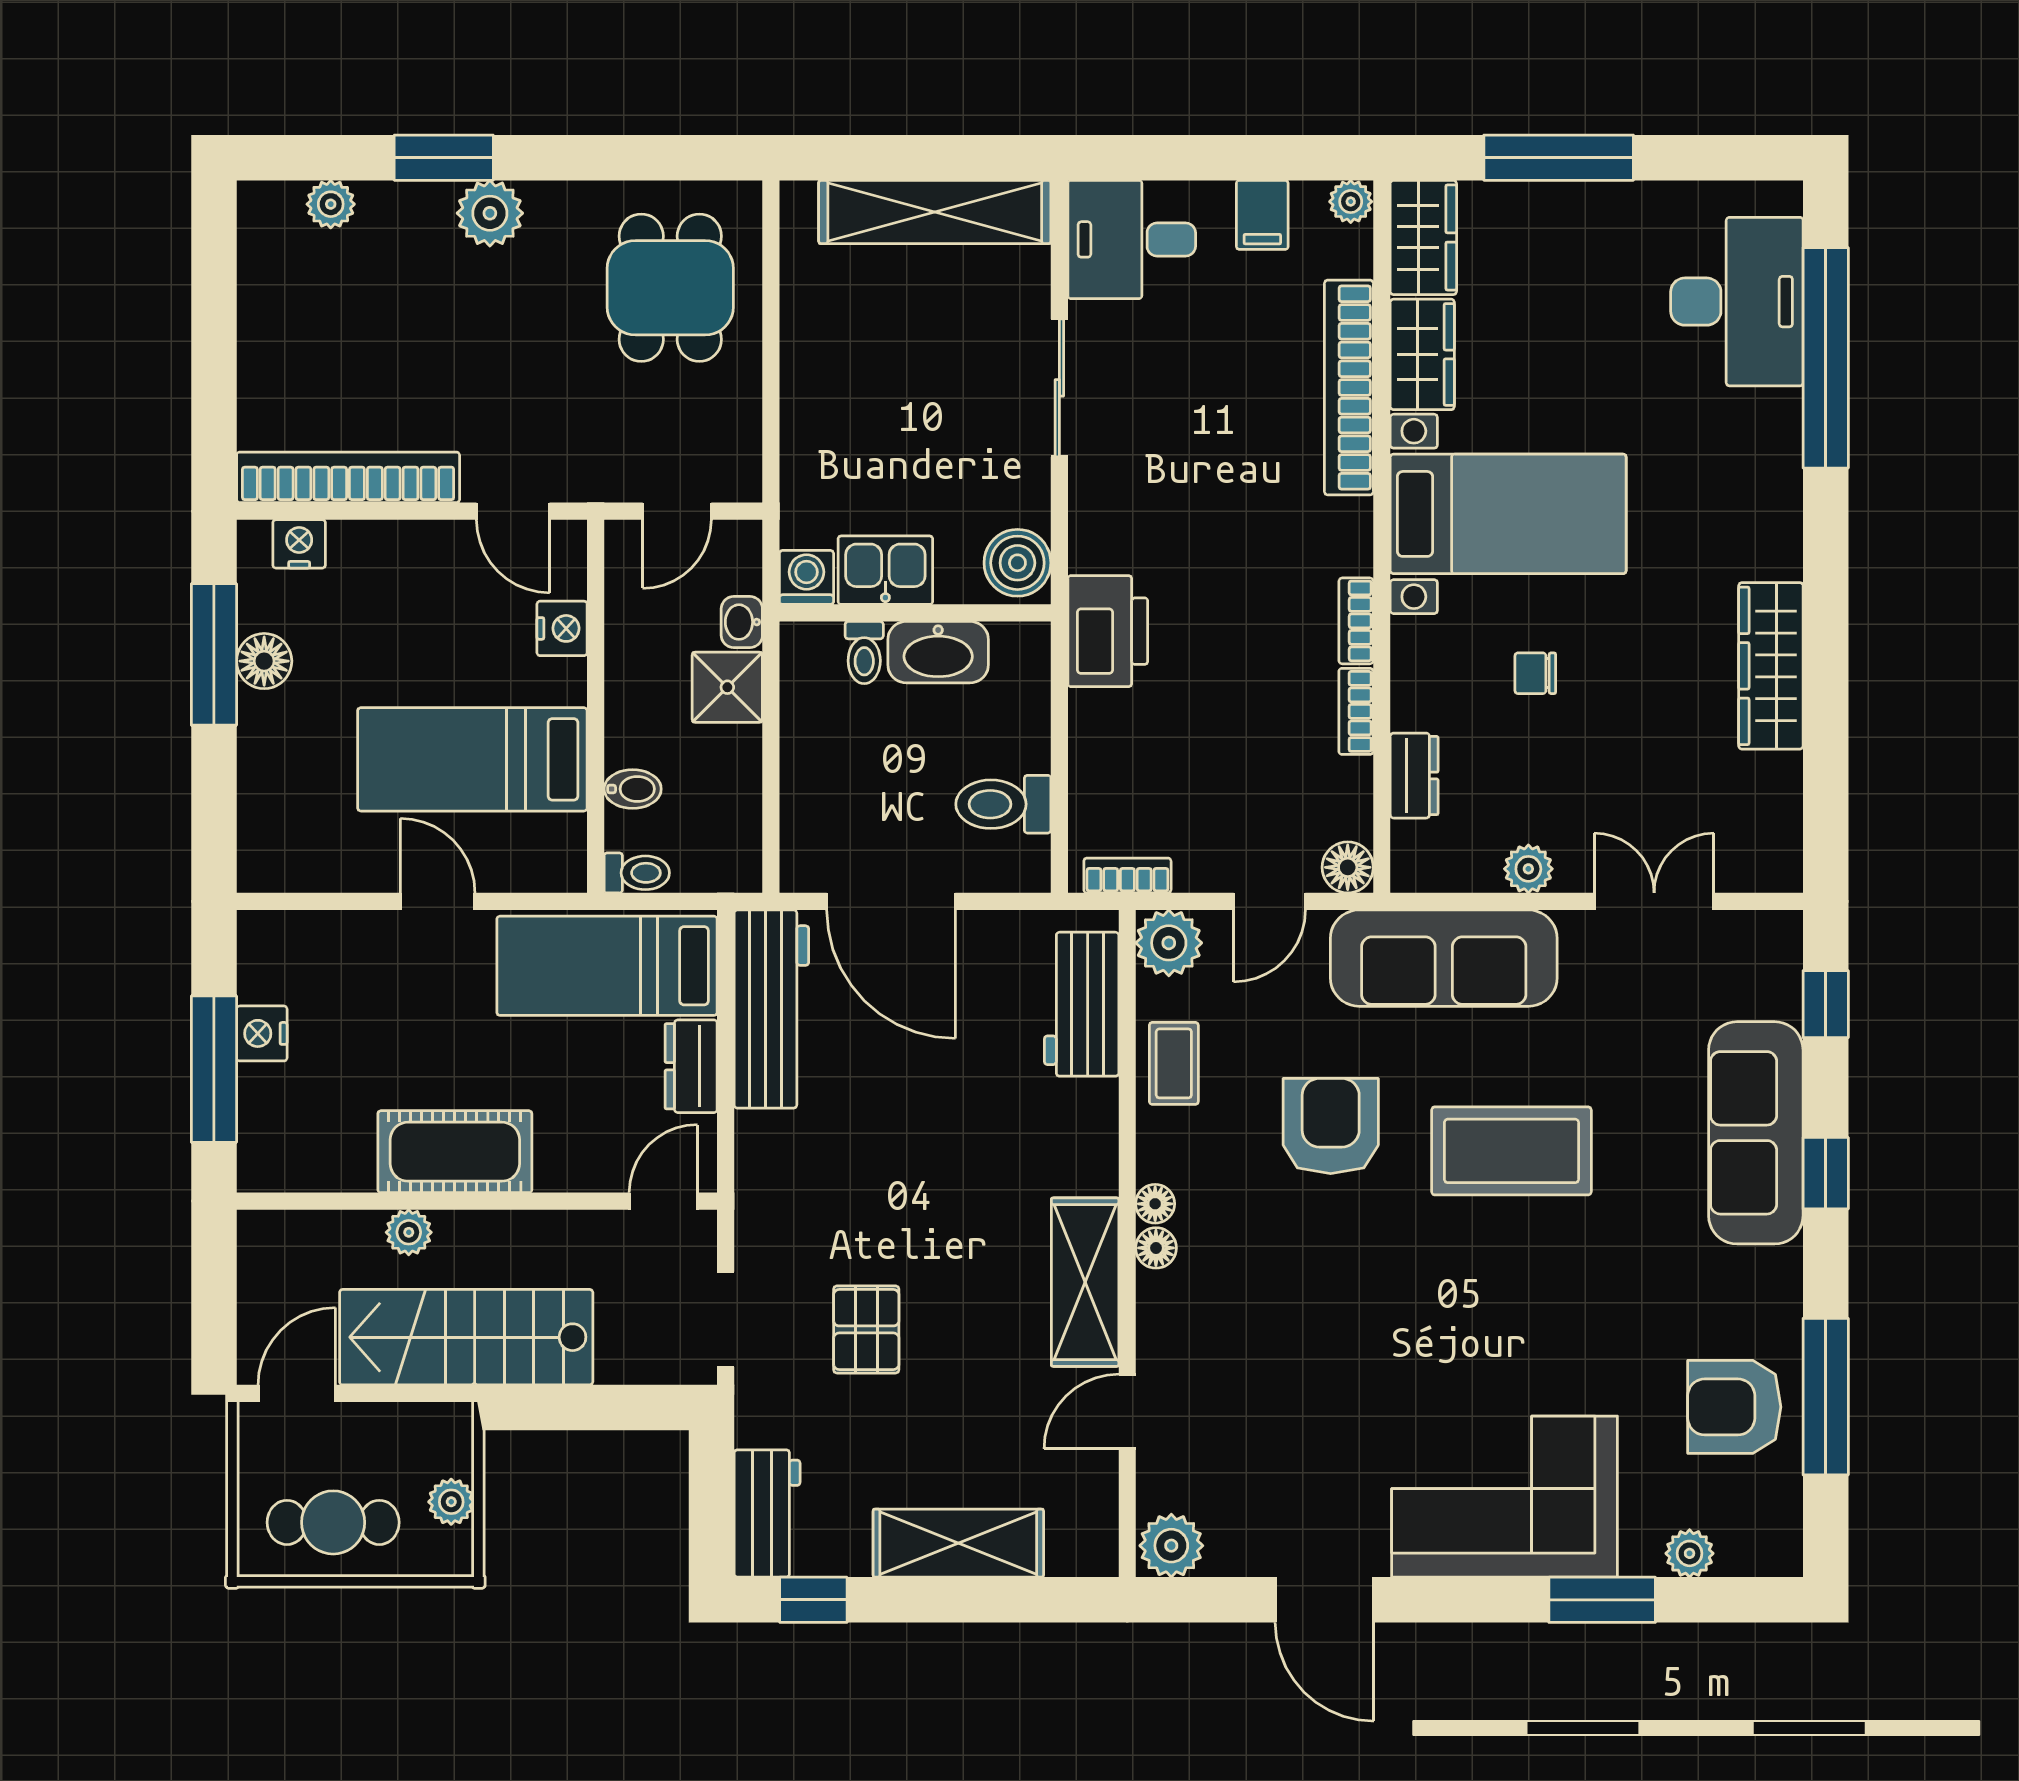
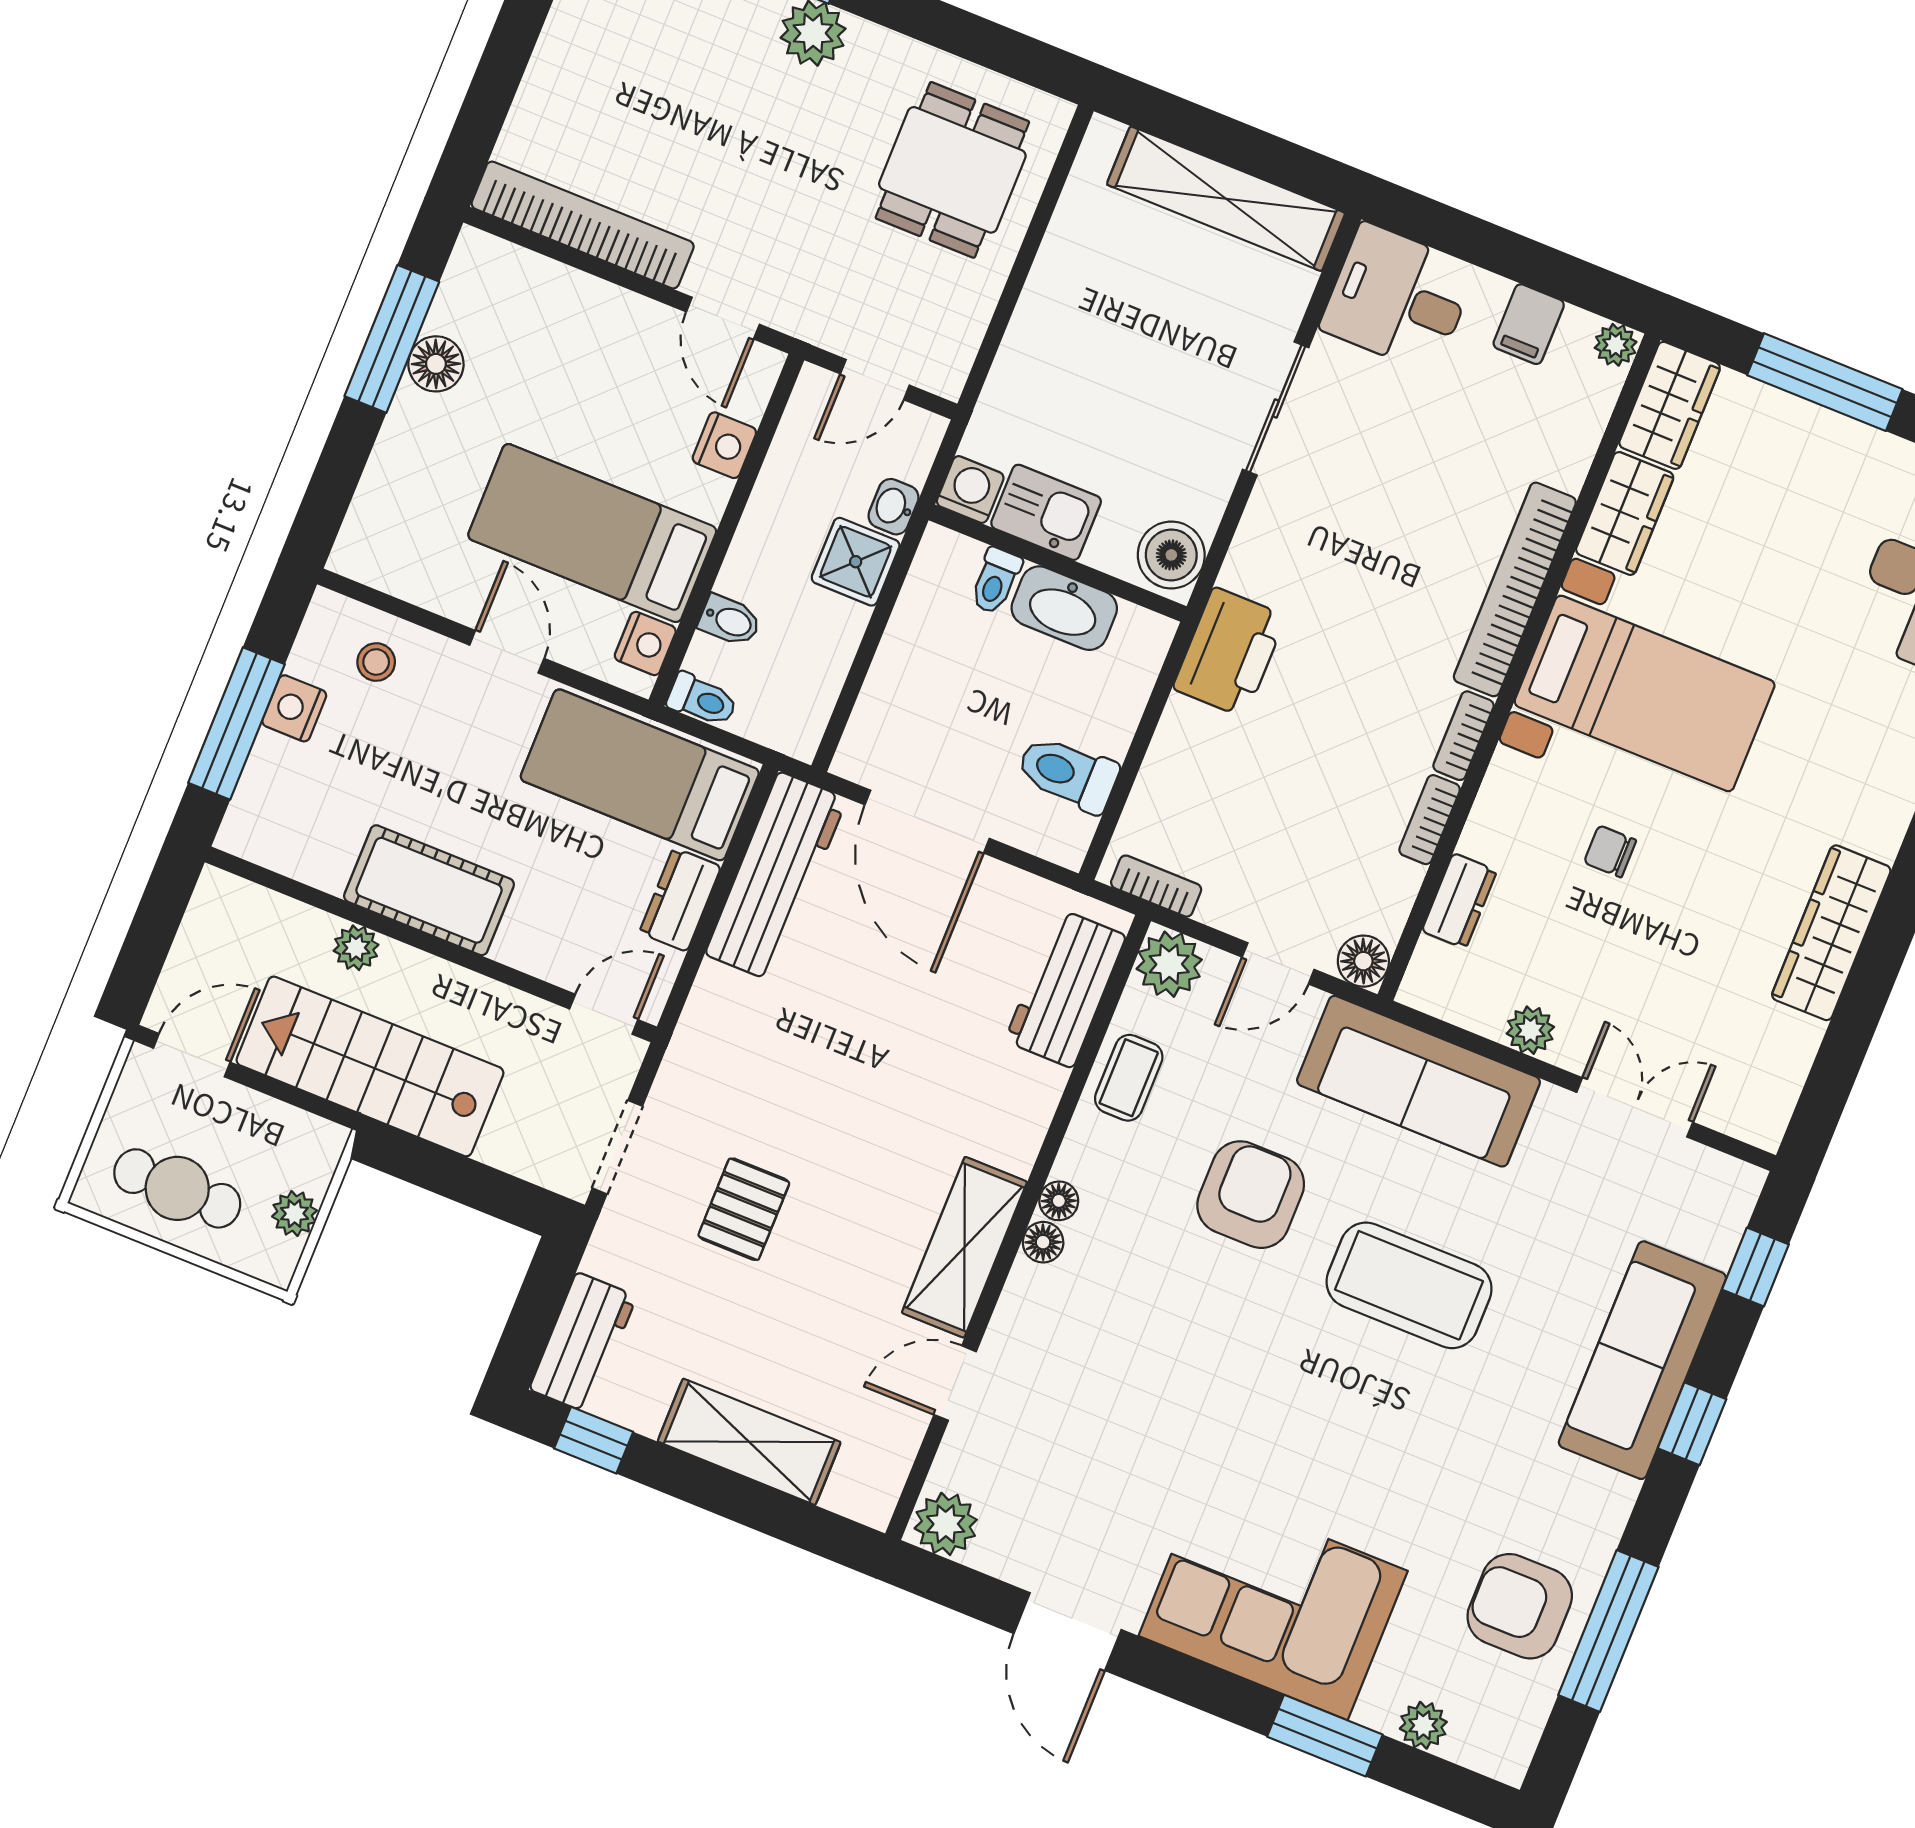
bookcase: (1349, 387) -> (1515, 589), moved
nightstand: (299, 544) -> (645, 643), moved, turned 90
stool: (320, 960) -> (376, 662), added

